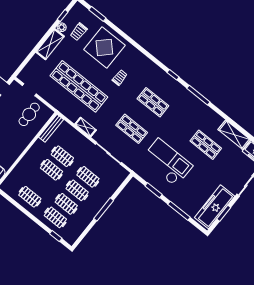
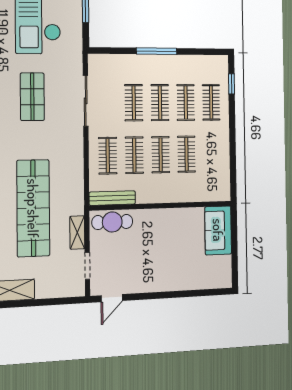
cafe table: (29, 114) -> (112, 222), moved
shelving: (86, 127) -> (77, 233), moved
clothes rail: (73, 143) -> (108, 156), added
clothes rail: (30, 197) -> (186, 154), moved

